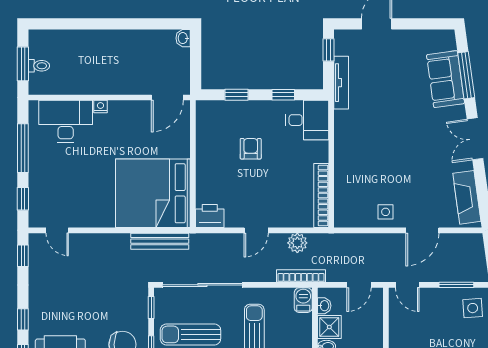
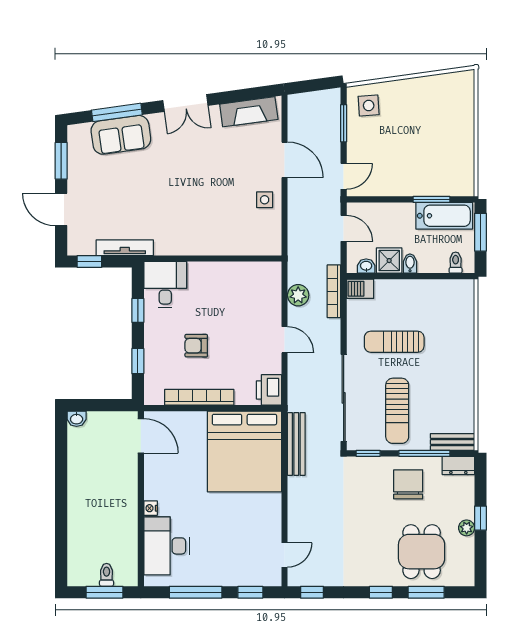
window: (422, 24) -> (61, 161), added
bookcase: (321, 196) -> (199, 397), moved, turned 180

